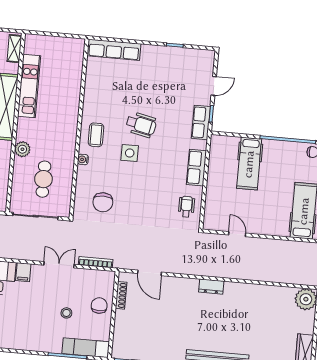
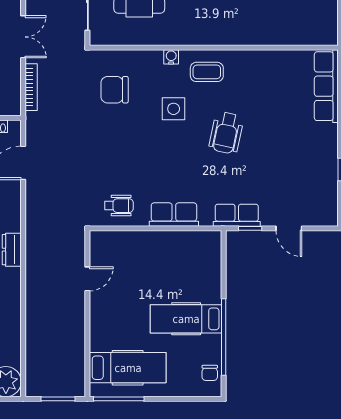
side table: (130, 153) -> (174, 109), moved
hospital bed: (249, 164) -> (186, 319), moved

